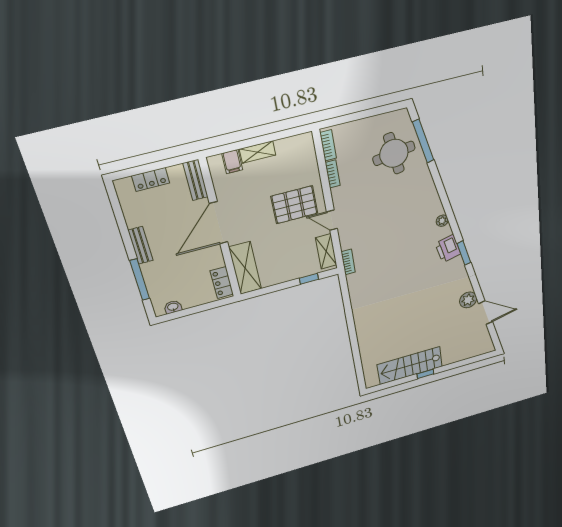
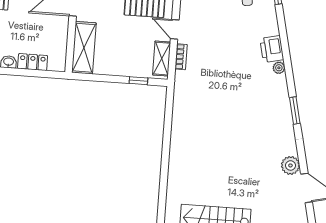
printer: (448, 249) -> (272, 49), moved
bookcase: (348, 262) -> (181, 57), moved
locker: (222, 283) -> (33, 62), moved, turned 90

